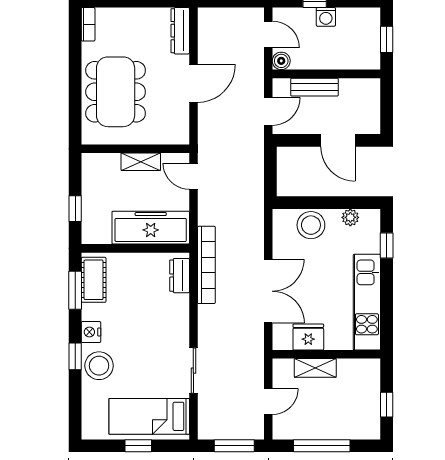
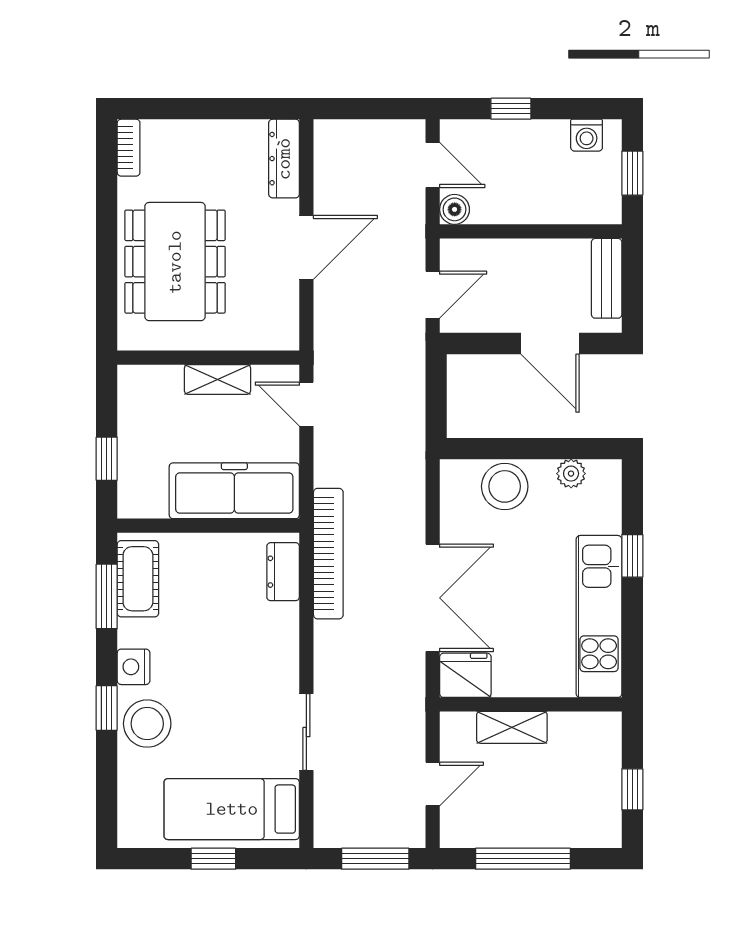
washing machine: (326, 17) -> (587, 135), moved
bench: (314, 87) -> (607, 278), moved, turned 90
window: (387, 246) -> (632, 556), moved
fridge: (308, 337) -> (465, 675), moved

